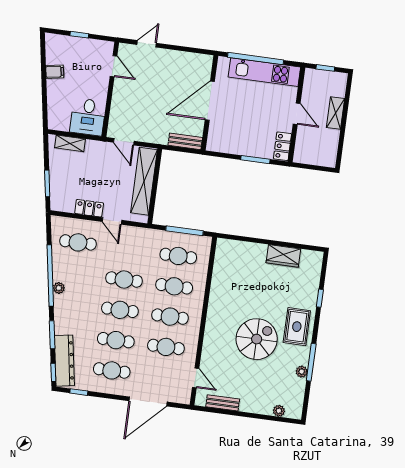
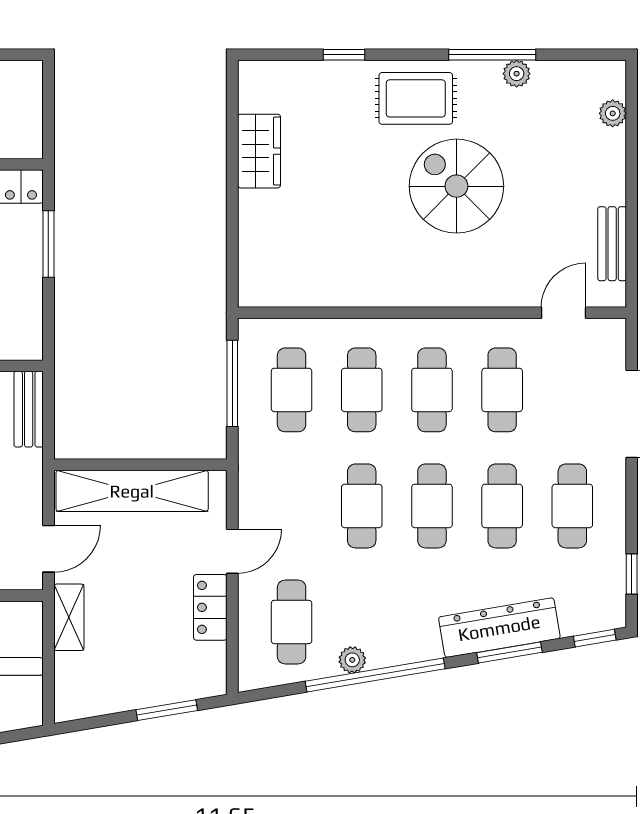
shelving: (70, 143) -> (69, 617), moved
plant: (59, 288) -> (352, 660), moved
dresser: (64, 361) -> (499, 628), moved

